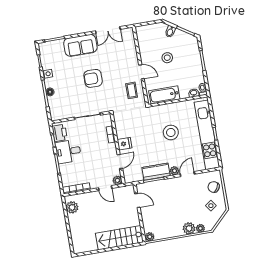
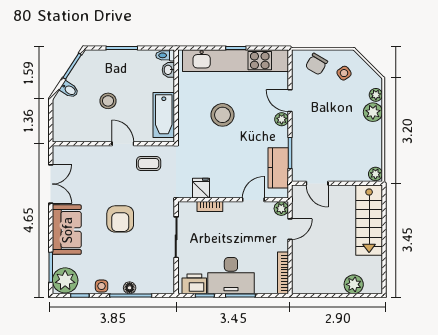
plant: (48, 50) -> (65, 280), added
door: (141, 72) -> (123, 144), hinge flipped
fridge: (125, 144) -> (201, 188), moved
desk: (68, 151) -> (231, 276), width x1.37
door: (120, 161) -> (253, 200), hinge flipped
kitchen counter: (156, 172) -> (278, 168), moved
door: (137, 201) -> (317, 183), swing flipped
plant: (72, 207) -> (354, 284), moved

